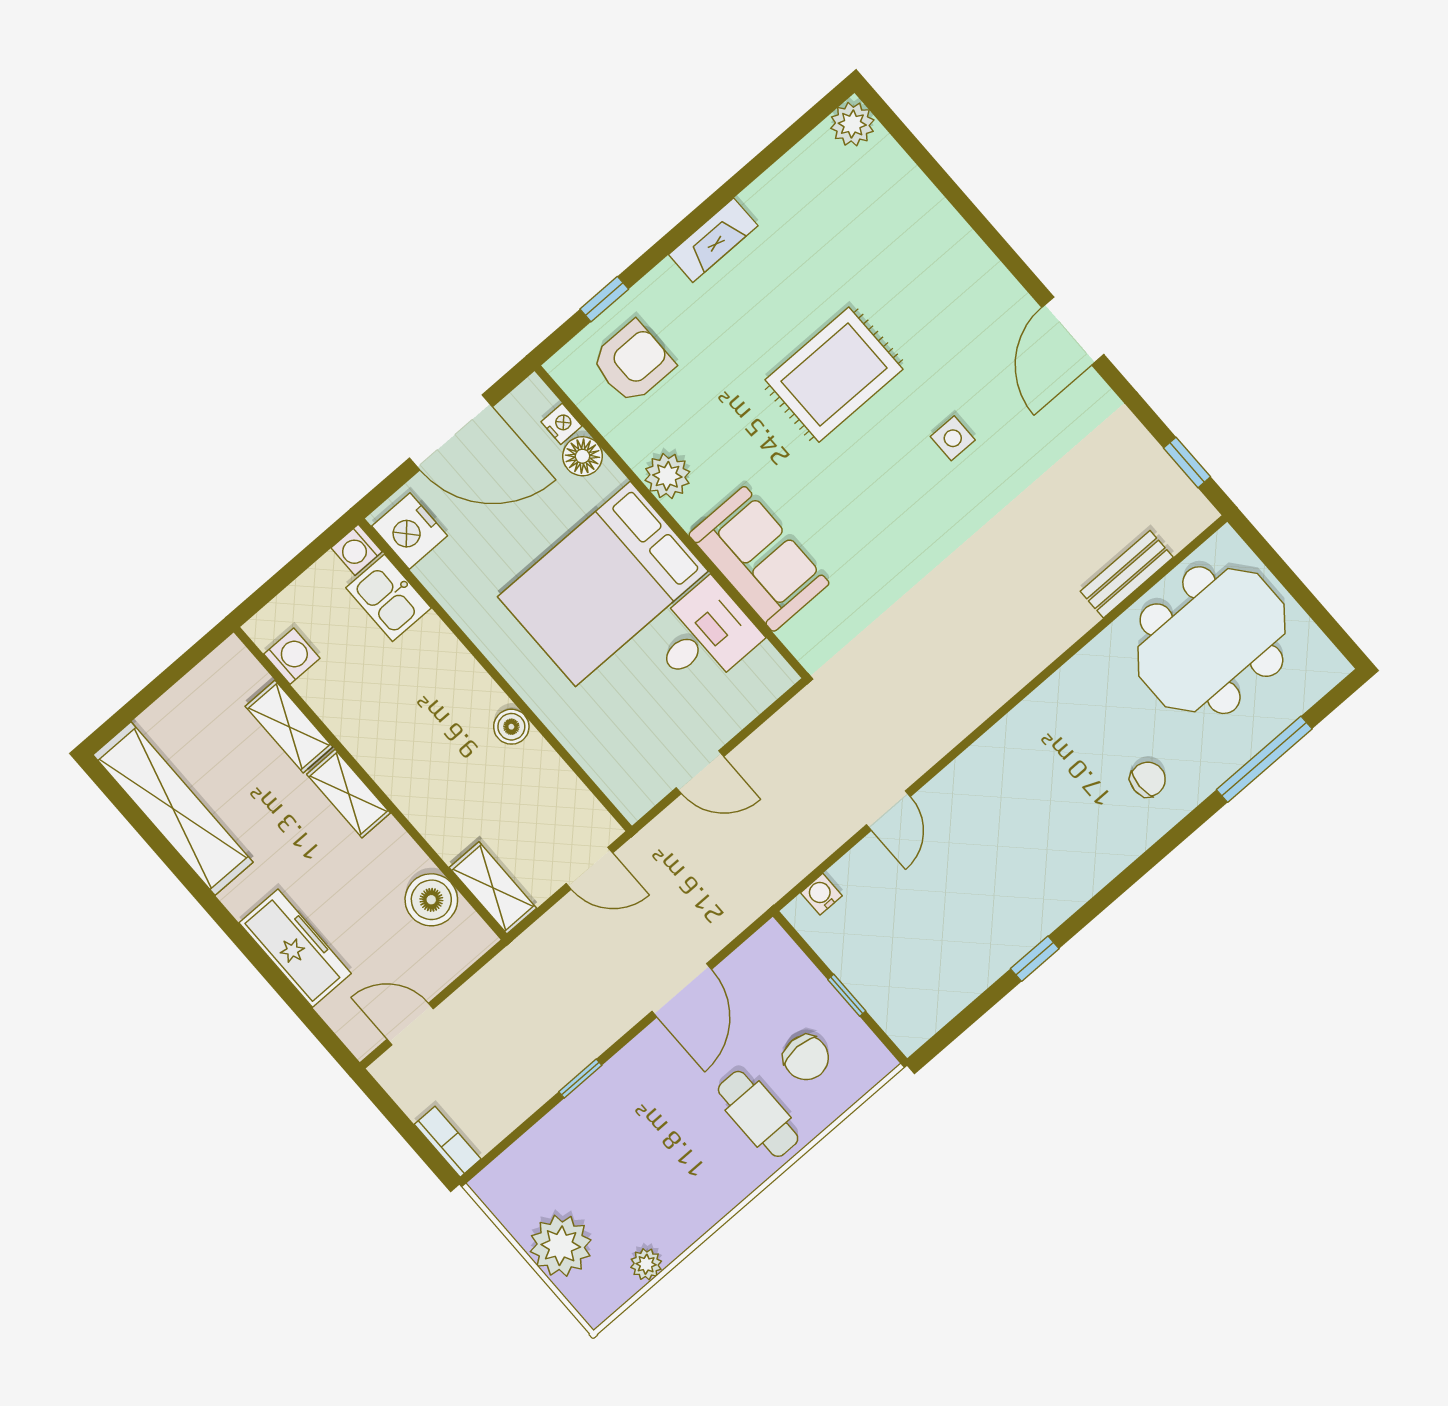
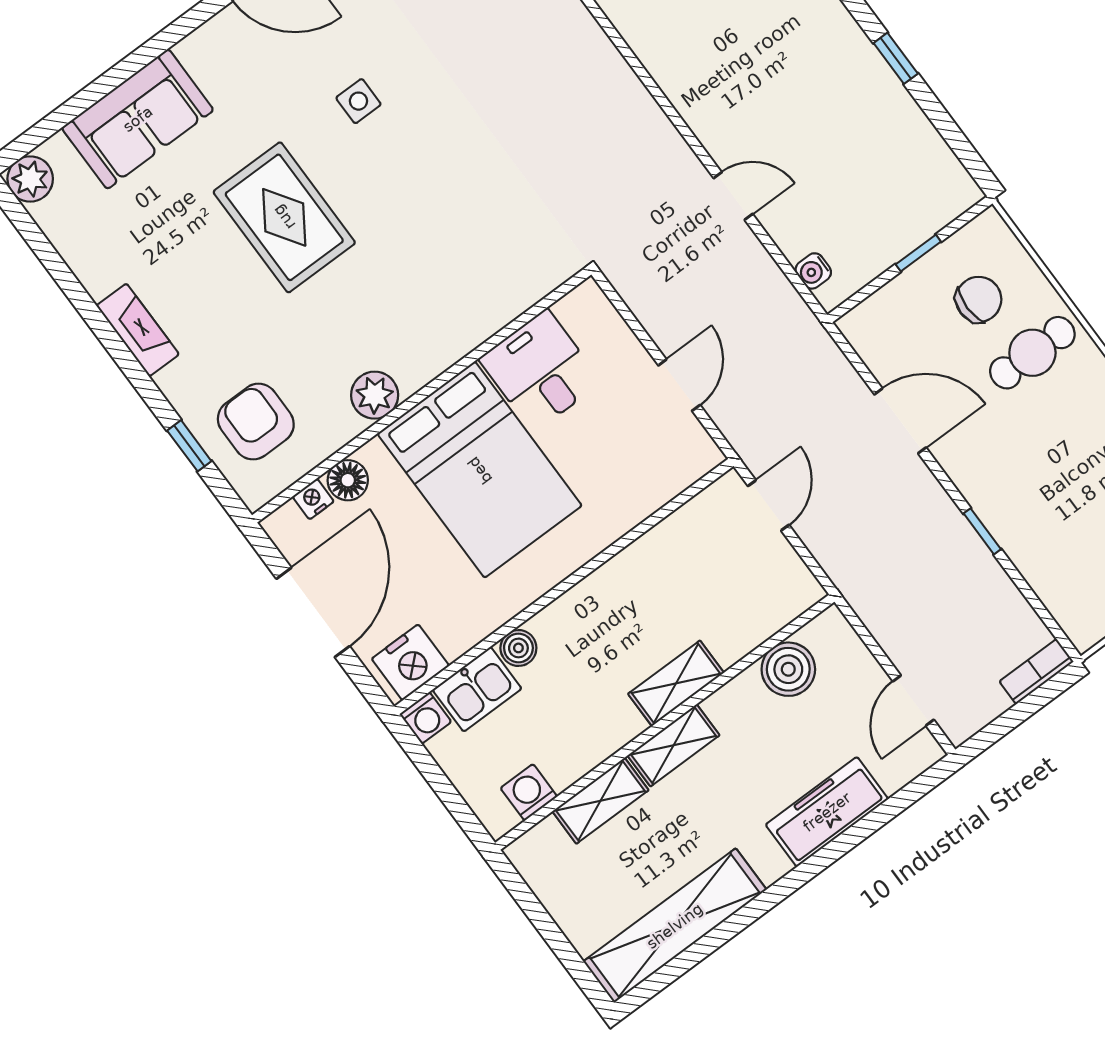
sofa: (759, 559) -> (138, 119), moved, turned 180
boiler: (511, 727) -> (518, 648), moved
shelving: (493, 888) -> (676, 683), moved

